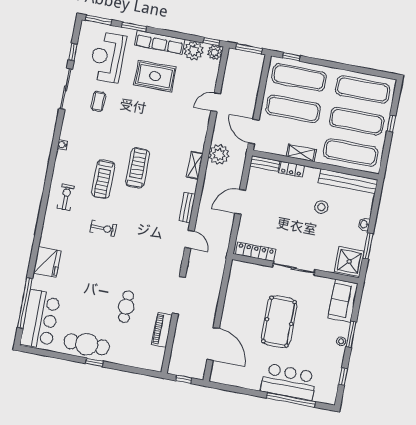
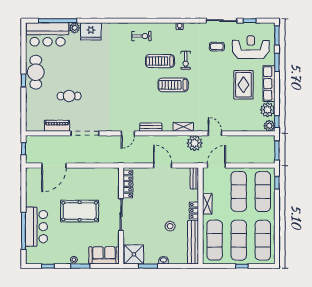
door: (216, 102) -> (215, 133), moved
treadmill: (137, 168) -> (173, 85), turned 180
locker: (292, 169) -> (194, 211), moved
exercise bike: (103, 228) -> (186, 60), moved
plant: (39, 282) -> (75, 28), added

